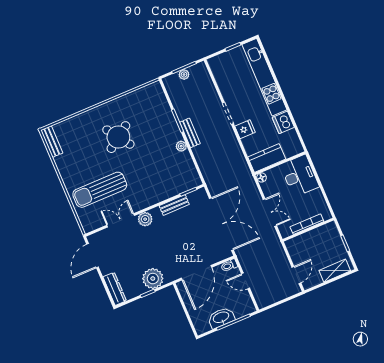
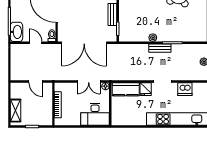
dishwasher: (283, 122) -> (185, 89), moved, turned 180
kitchen counter: (267, 158) -> (126, 89), moved, turned 90
double door: (270, 213) -> (89, 81), moved
door: (296, 275) -> (36, 81), moved
door: (246, 281) -> (36, 43), hinge flipped
washbasin: (221, 318) -> (16, 32), moved

